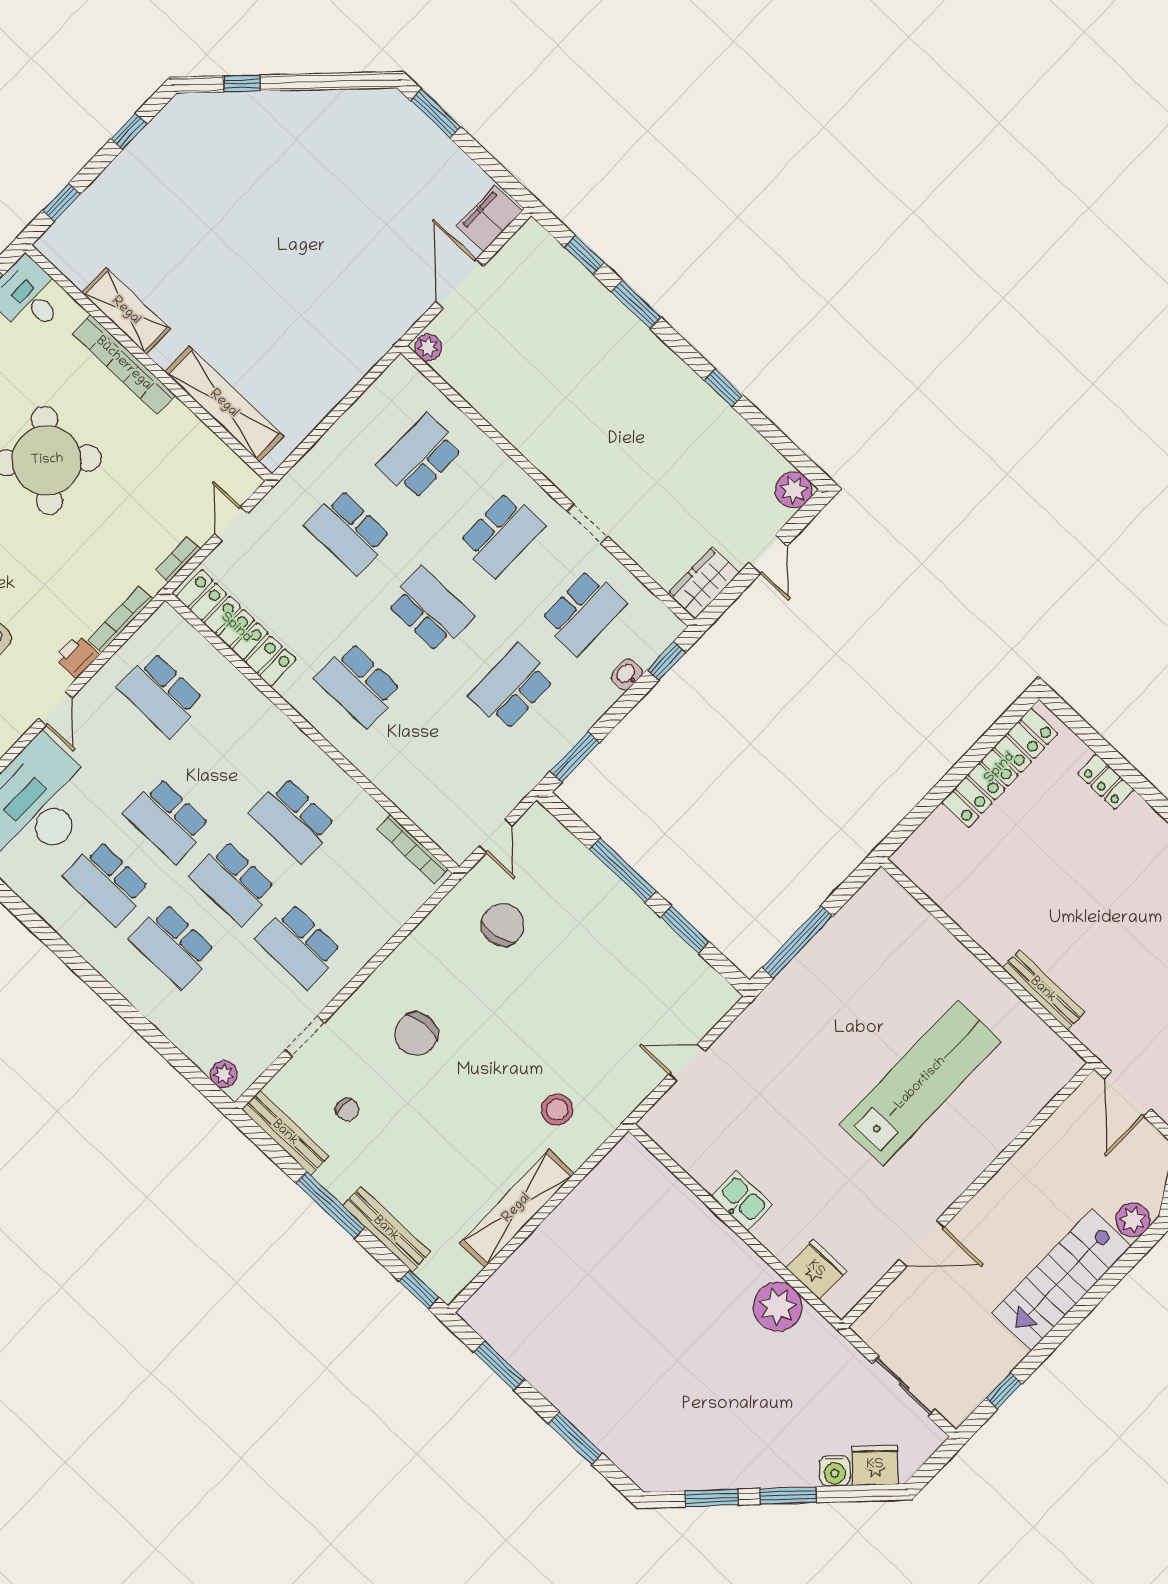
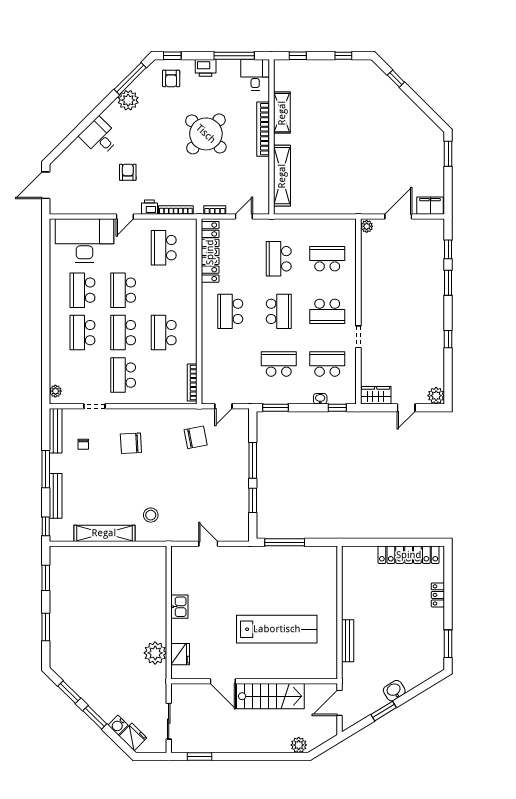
school desk: (583, 612) -> (327, 364), turned 180
stairs: (1062, 1279) -> (270, 696), moved, turned 180
window: (1004, 1391) -> (199, 757), width x1.50

